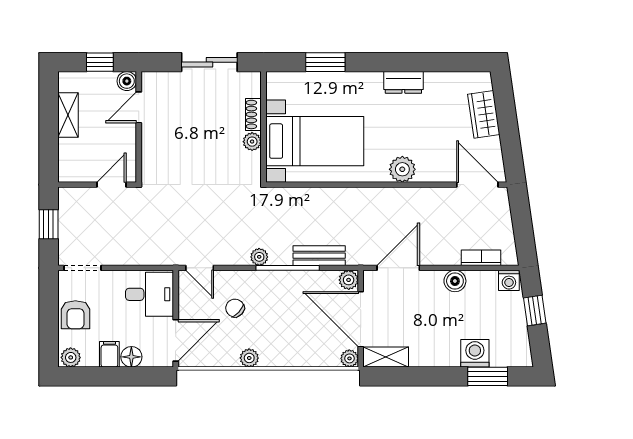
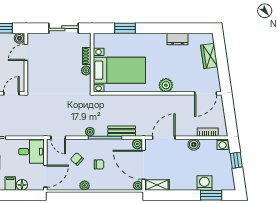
dresser: (403, 82) -> (177, 39), moved
door: (477, 185) -> (206, 93), swing flipped
chair: (276, 318) -> (99, 164), added

